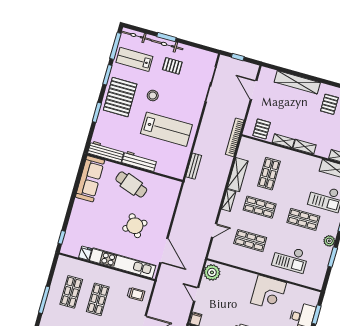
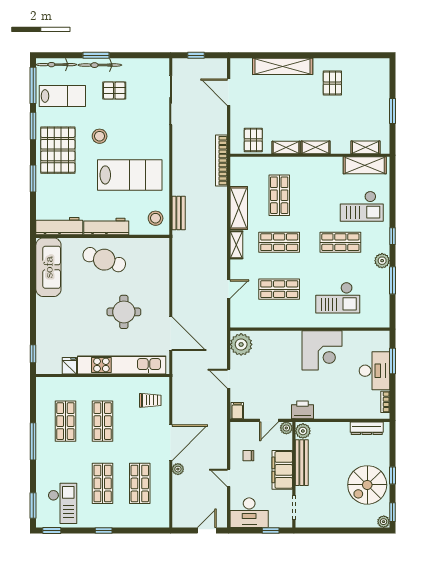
lab bench: (134, 59) -> (62, 96), turned 180
stool: (176, 165) -> (156, 218), added
round table: (135, 226) -> (124, 312), turned 32

